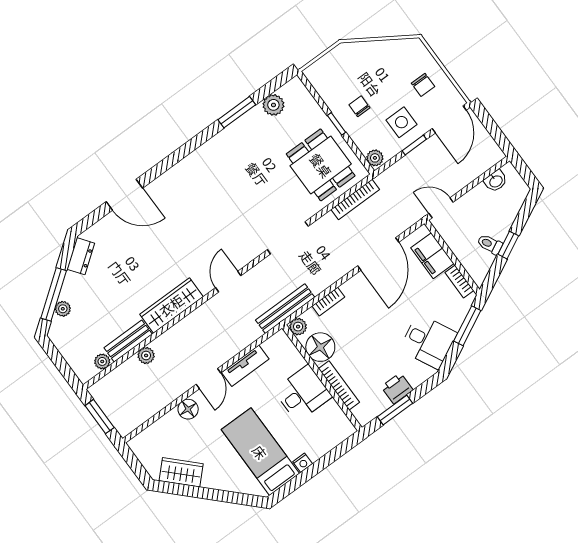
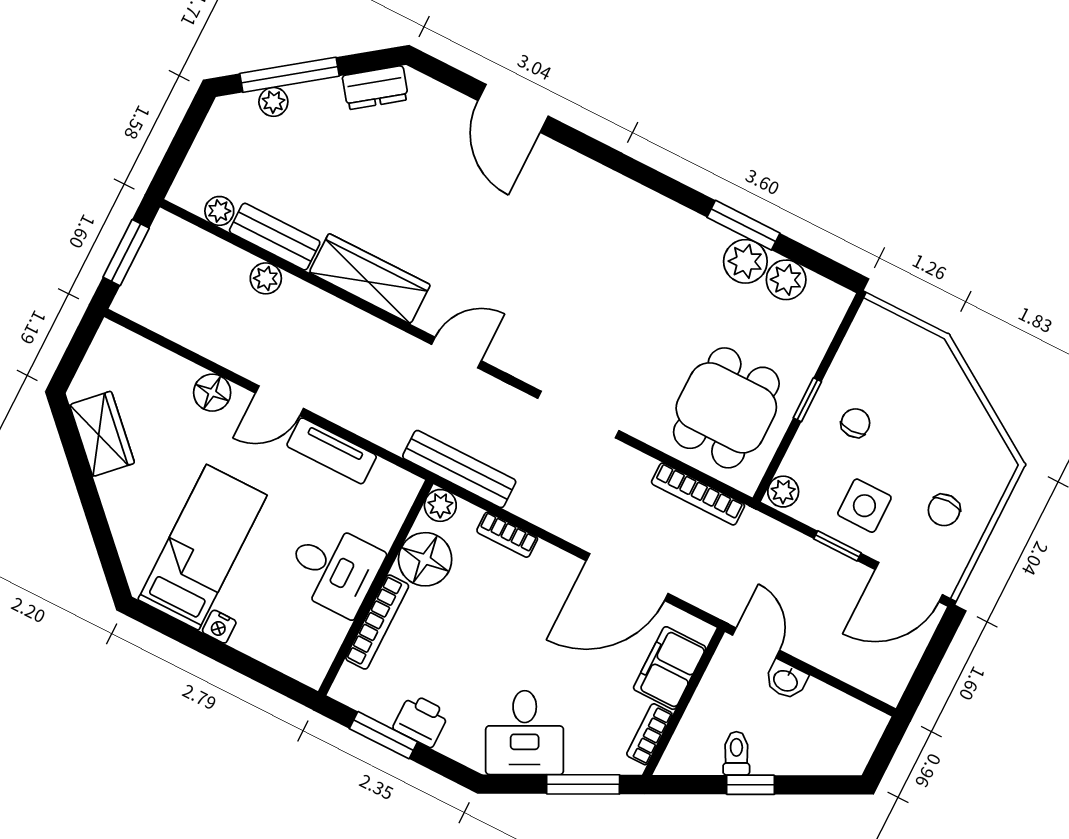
plant: (255, 120) -> (745, 261), added
washbasin: (496, 181) -> (786, 680), moved

